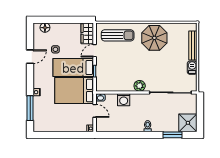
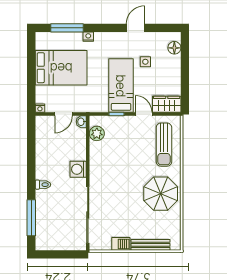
door: (30, 57) -> (136, 28), swing flipped
plant: (140, 86) -> (97, 133), moved
bed: (74, 90) -> (61, 68), moved, turned 90
washing machine: (124, 100) -> (78, 169), moved
shower: (188, 123) -> (47, 238), removed
window: (173, 135) -> (31, 218), width x1.44

